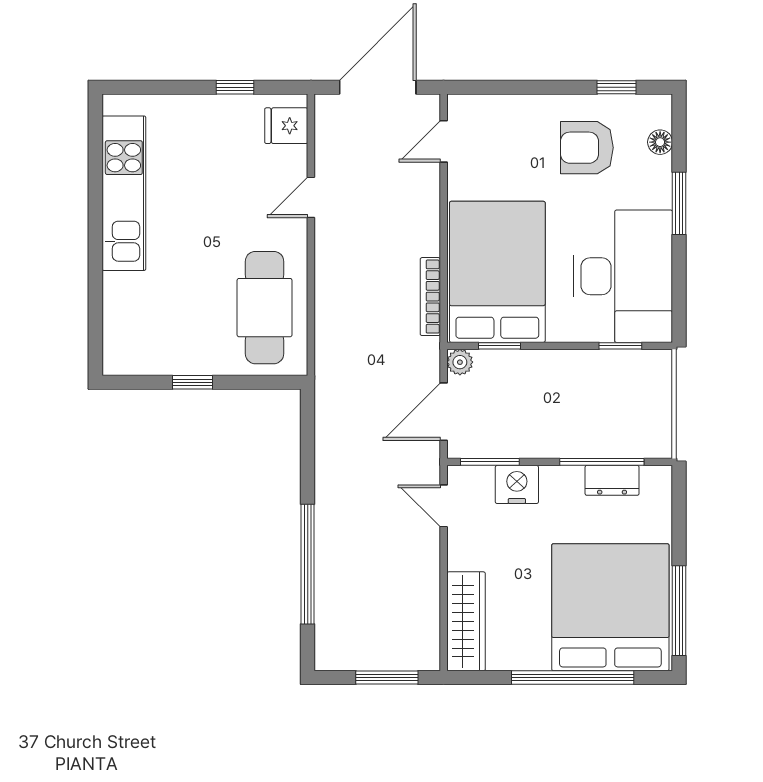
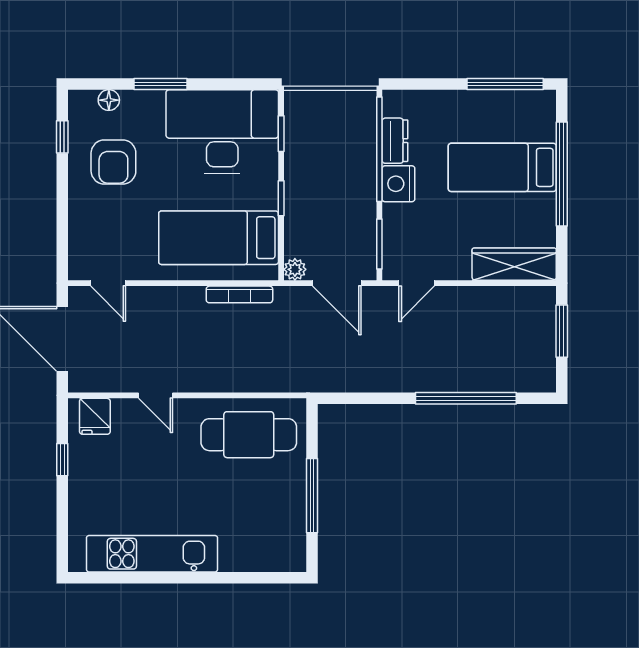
bed: (497, 272) -> (219, 238), width x0.67
window: (499, 346) -> (281, 198), moved
window: (192, 382) -> (312, 496), width x2.17
window: (602, 462) -> (379, 149), width x1.46
nightstand: (517, 484) -> (398, 184), moved
bed: (610, 607) -> (502, 167), width x0.49

